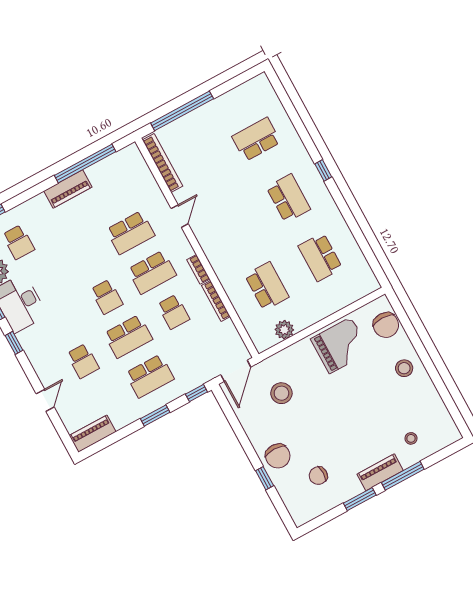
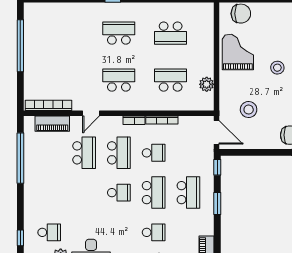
window: (182, 111) -> (20, 46), moved
school desk: (256, 139) -> (119, 80), moved, turned 90
piano: (68, 189) -> (52, 124), moved, turned 90
door: (180, 216) -> (91, 113), swing flipped
stool: (404, 368) -> (277, 68), moved

